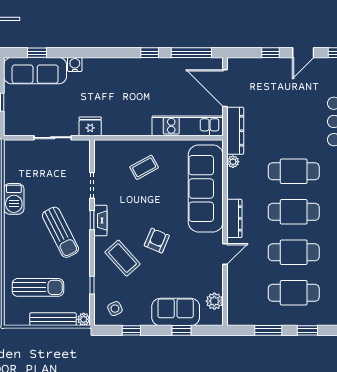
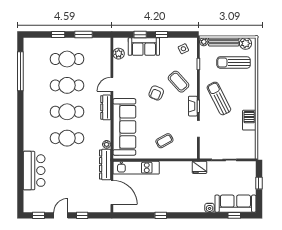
window: (191, 53) -> (134, 215), removed
plant: (20, 317) -> (246, 43), added
window: (131, 330) -> (161, 35), moved

